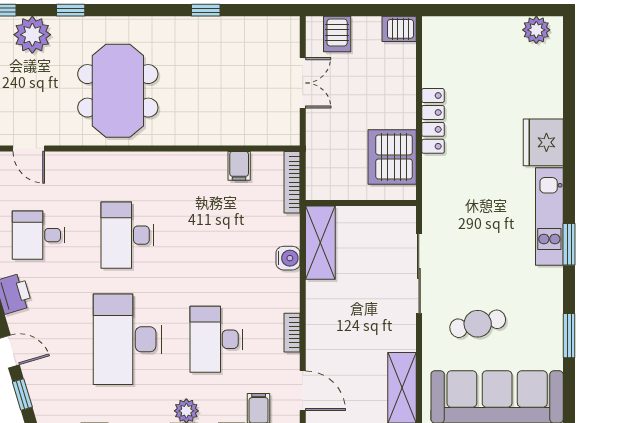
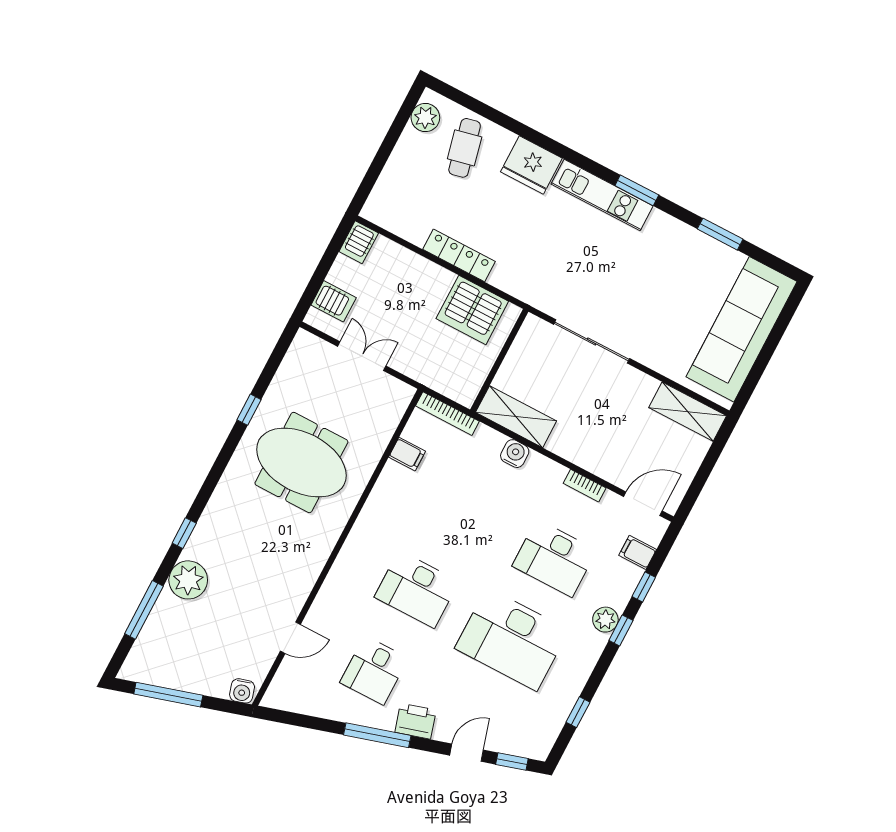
meeting table: (118, 91) -> (301, 463), moved
cafe table: (478, 324) -> (465, 148), moved

